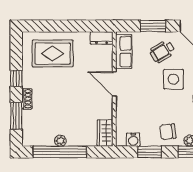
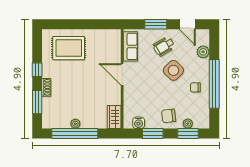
dresser: (102, 38) -> (111, 35), removed
side table: (173, 79) -> (173, 70), turned 45

